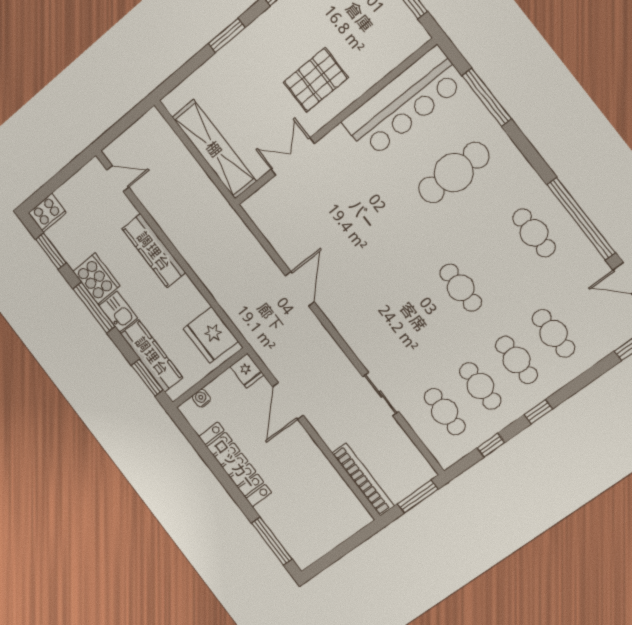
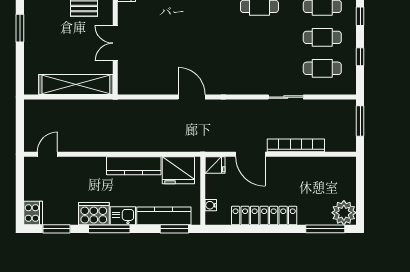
kitchen counter: (154, 251) -> (134, 166), moved
bookcase: (363, 479) -> (296, 145), moved
plant: (304, 549) -> (344, 213), added

